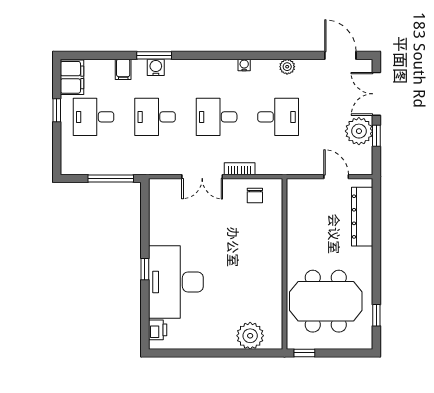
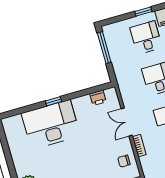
window: (111, 178) -> (104, 48), moved
printer: (158, 330) -> (98, 98), moved

